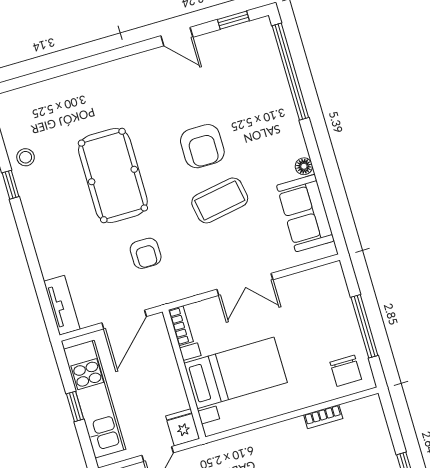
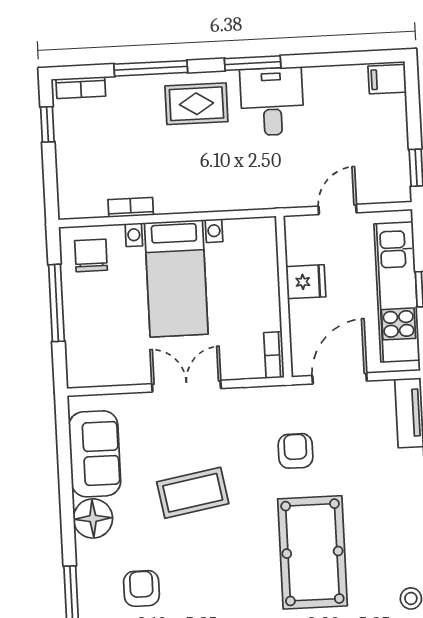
armchair: (202, 146) -> (141, 588), moved, width x0.72, depth x0.72
floor lamp: (304, 166) -> (93, 518), width x1.89, depth x1.89
bed with nightstands: (236, 373) -> (176, 278), moved, turned -90
fridge: (183, 427) -> (306, 282), moved, turned -90

